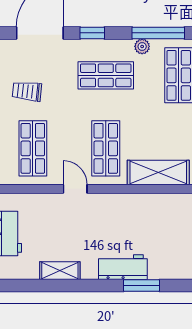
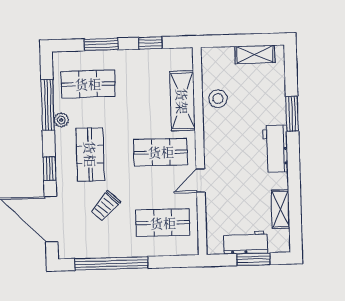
trolley: (27, 91) -> (105, 206), moved, turned 37
stool: (159, 209) -> (218, 99), added
workbench: (123, 267) -> (275, 149), moved
shelving: (60, 271) -> (280, 209), moved

